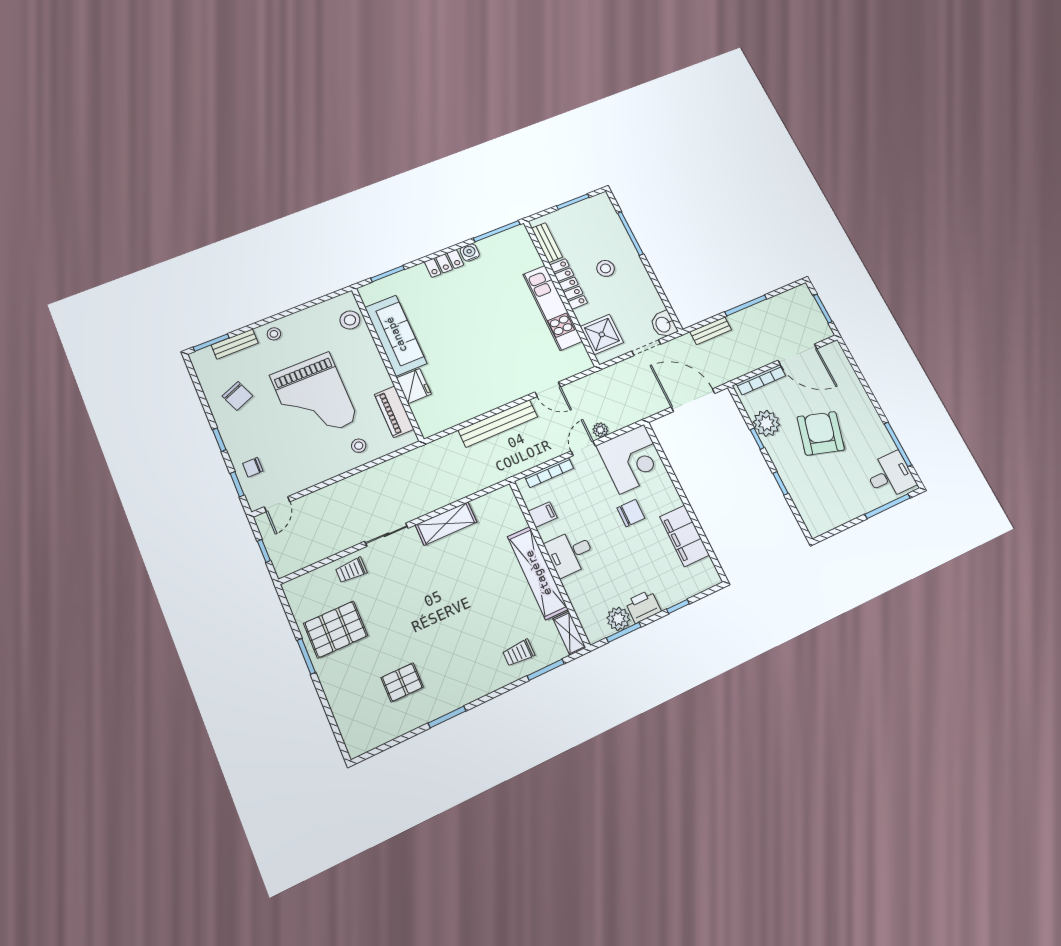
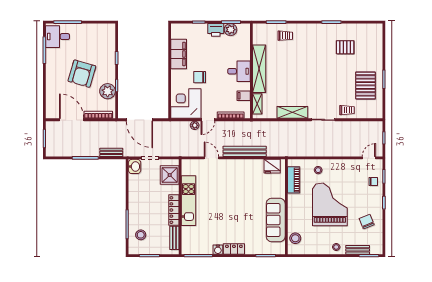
stool: (606, 268) -> (141, 235), moved
fridge: (414, 386) -> (272, 166), moved, turned -90
pallet: (336, 629) -> (365, 85), turned 90
shelving: (569, 633) -> (257, 104), moved

